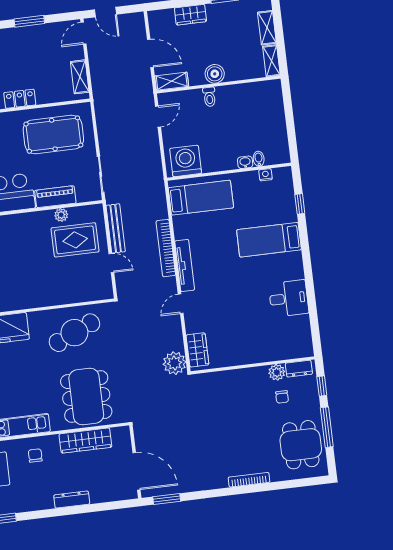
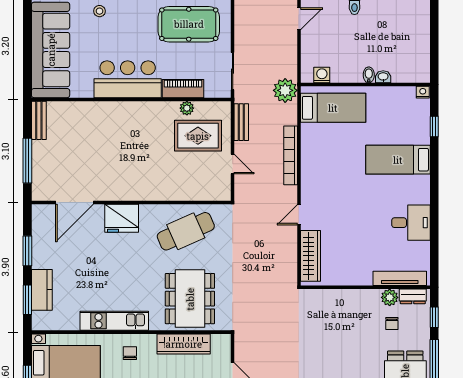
bidet: (259, 159) -> (369, 75), moved
washing machine: (186, 161) -> (322, 75), width x0.53, depth x0.53
nightstand: (265, 175) -> (423, 92), moved
bench: (116, 228) -> (241, 122), width x0.73
tv unit: (185, 265) -> (400, 278), moved, turned -90
wardrobe: (197, 350) -> (310, 256), width x1.50
plant: (175, 363) -> (285, 90), moved

